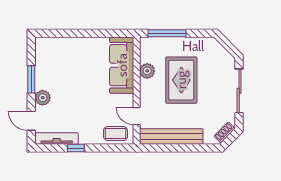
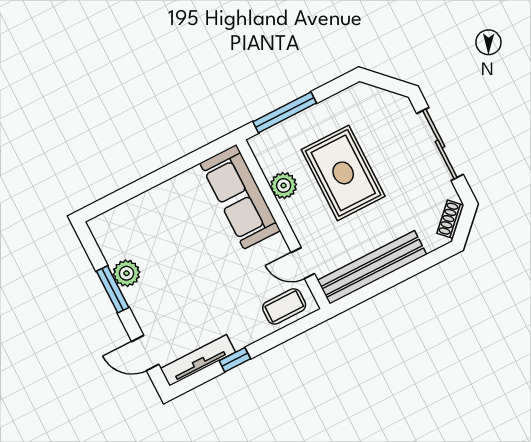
plant: (43, 98) -> (126, 273), moved

